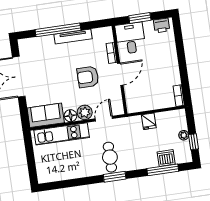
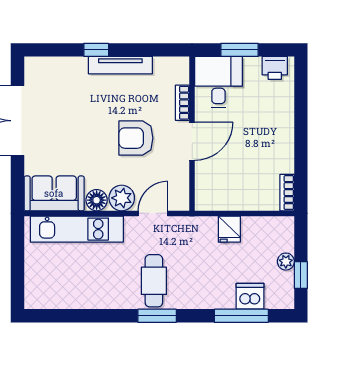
window: (58, 30) -> (96, 50), width x0.32

